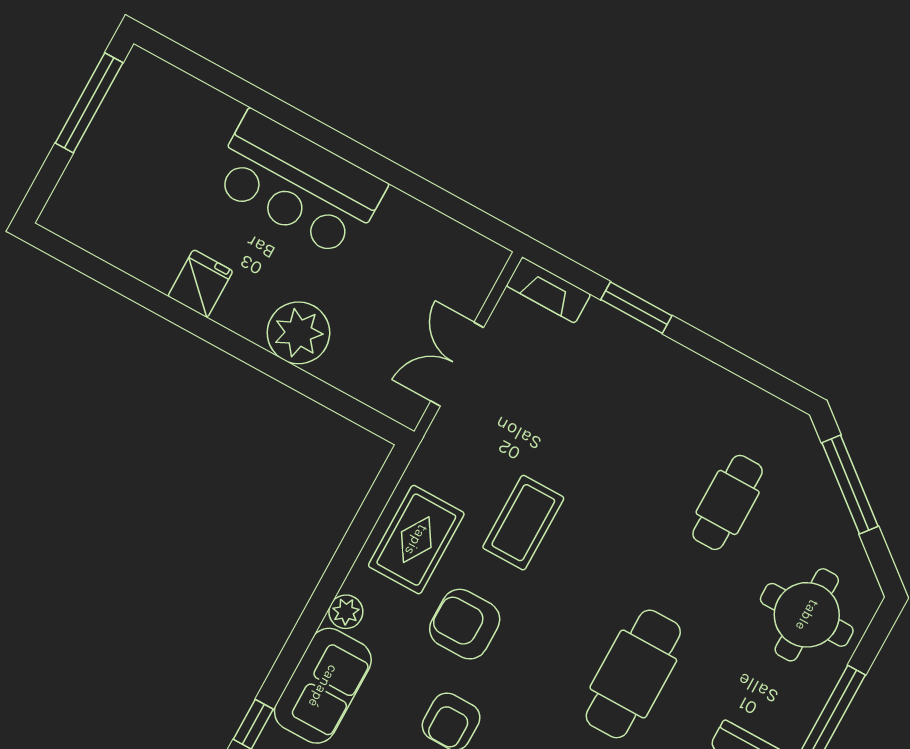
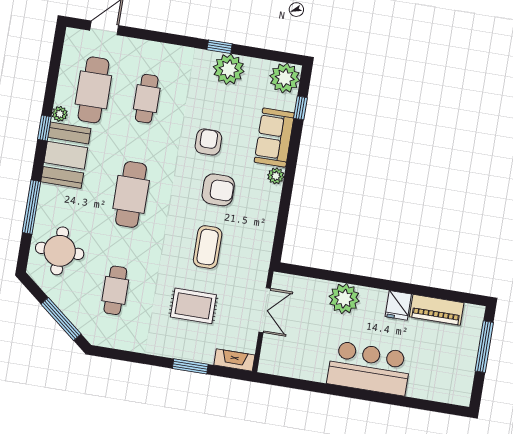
window: (89, 103) -> (484, 347), moved
piano: (130, 249) -> (437, 310), added
rug: (416, 540) -> (193, 306), moved, turned 90

